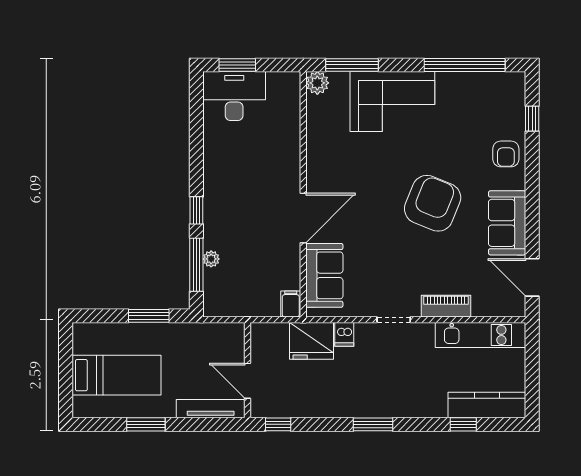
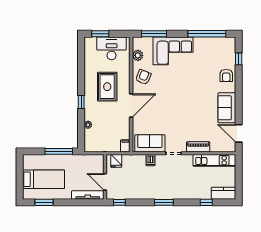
plant: (317, 83) -> (138, 55), moved
desk: (234, 96) -> (112, 48), moved
rug: (252, 178) -> (107, 87), added
armchair: (433, 203) -> (143, 77), moved, width x0.53, depth x0.53
window: (196, 265) -> (81, 127), removed
sofa: (324, 275) -> (150, 143), moved, turned -90
window: (149, 316) -> (59, 151), width x1.44
fridge: (311, 341) -> (116, 161), moved, width x0.53, depth x0.75
kitchen counter: (487, 405) -> (223, 193), width x0.67
window: (146, 424) -> (44, 202), moved

